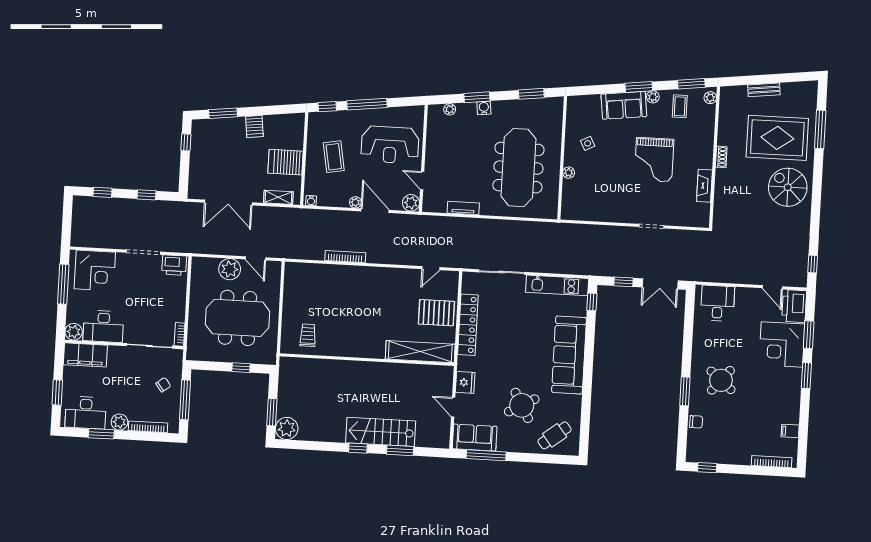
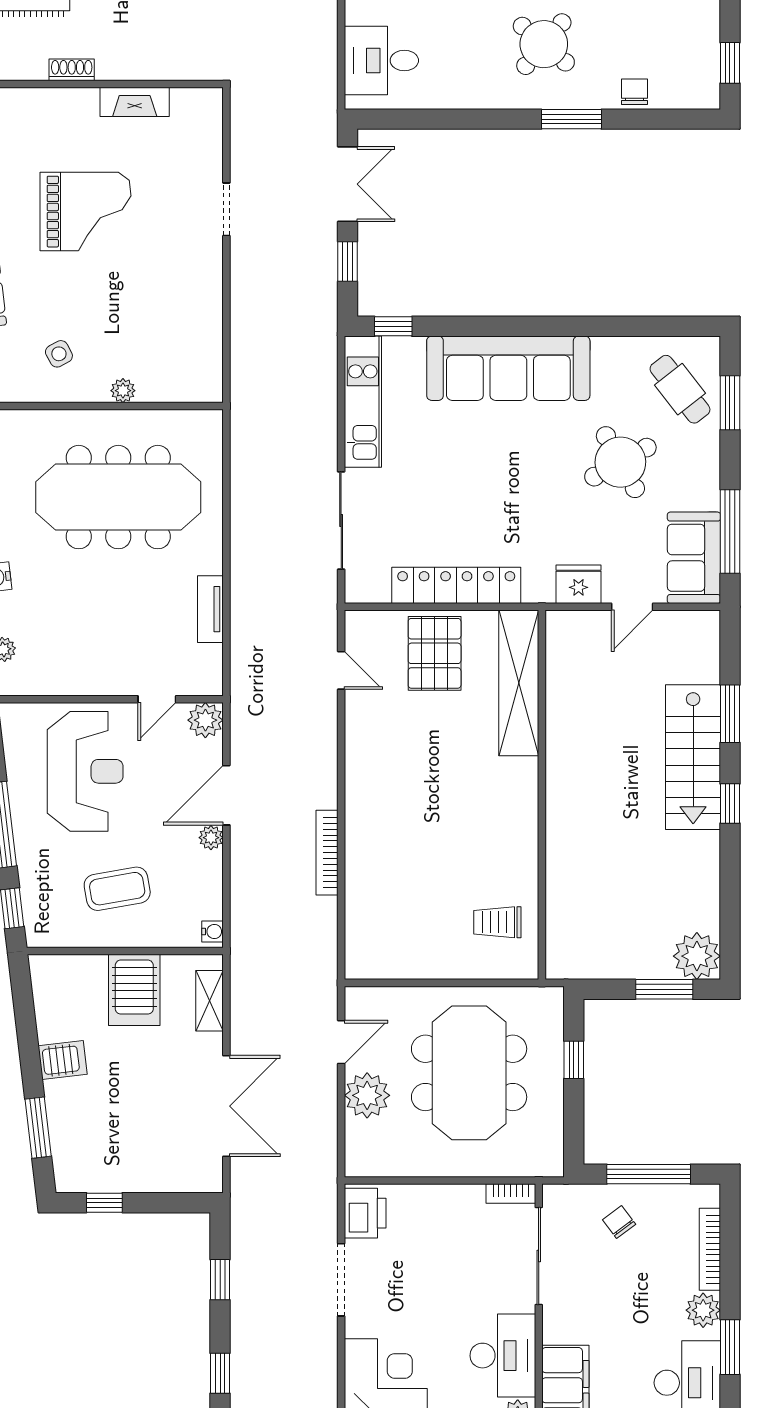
window: (547, 459) -> (730, 403), added

